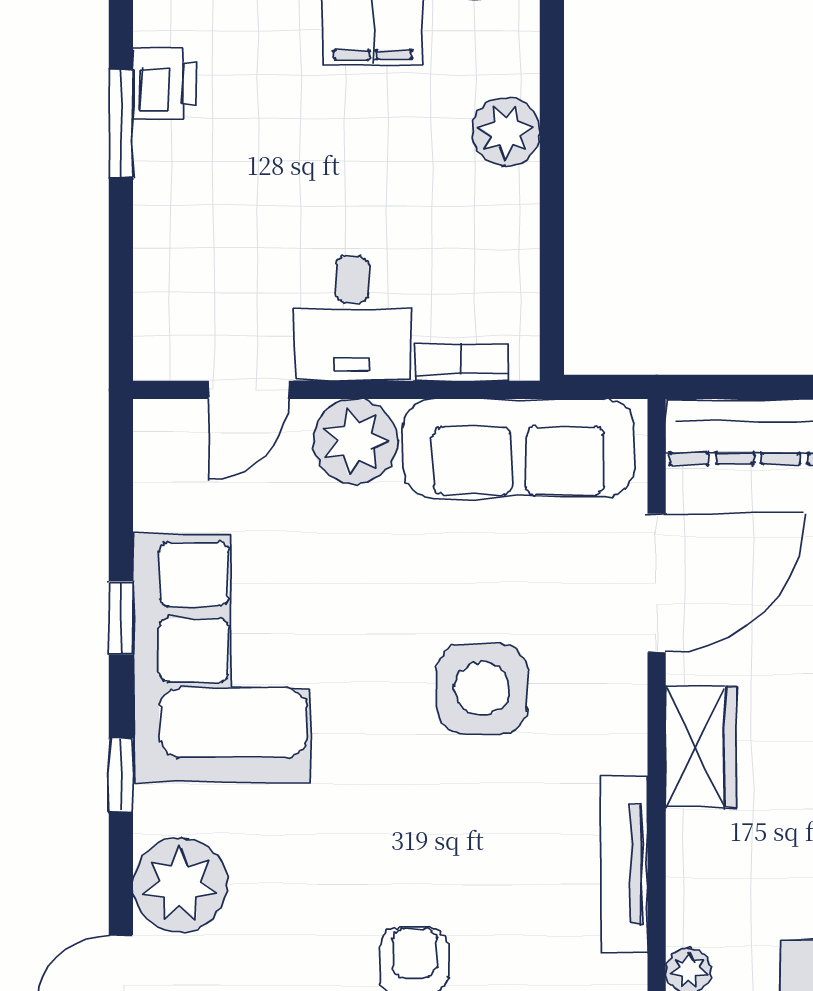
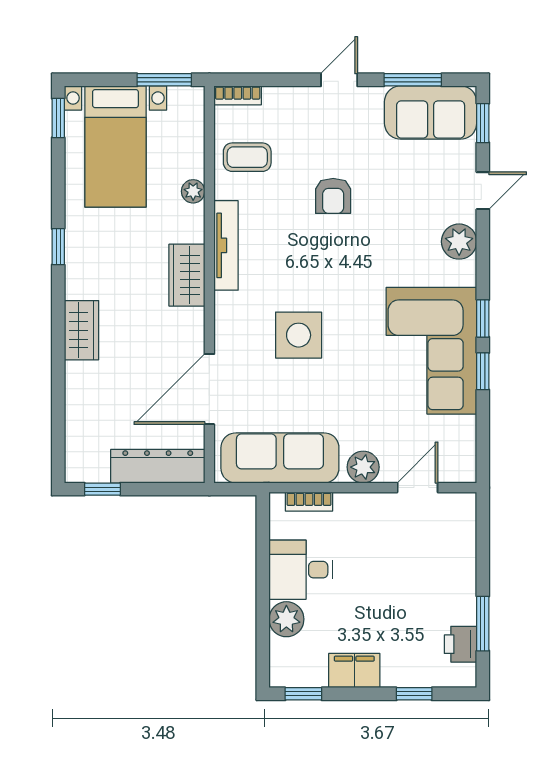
desk: (352, 318) -> (301, 570), moved, turned -90
plant: (355, 441) -> (363, 467), width x0.73, depth x0.73
wardrobe: (701, 747) -> (187, 275), moved
window: (121, 775) -> (483, 318), moved
plant: (180, 885) -> (459, 242), width x0.73, depth x0.73

